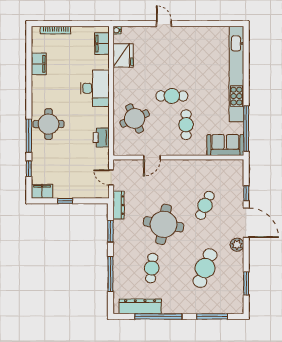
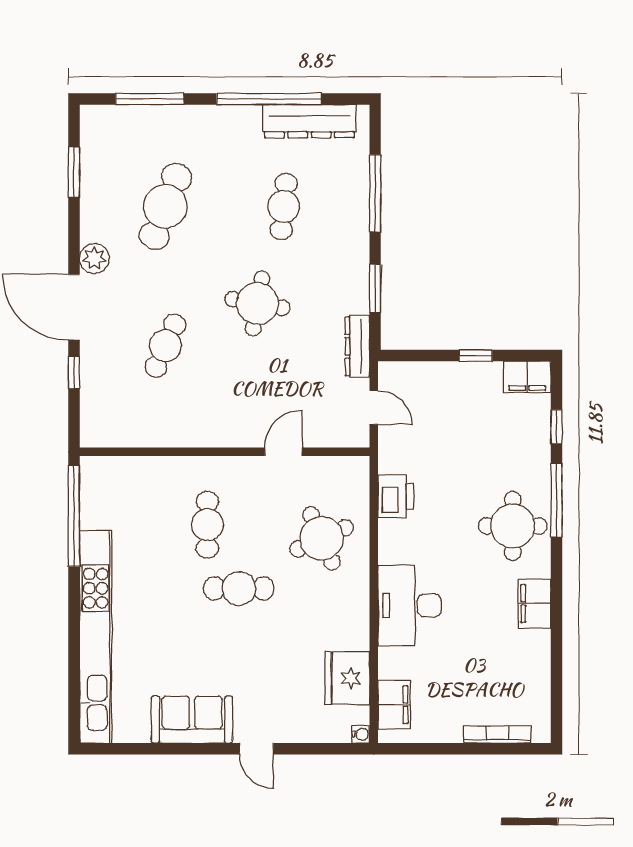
filing cabinet: (39, 64) -> (535, 603), moved
sofa: (225, 145) -> (192, 720), moved, turned 180
round table: (164, 224) -> (257, 304), width x0.73, depth x0.73

